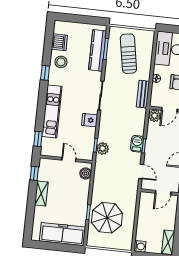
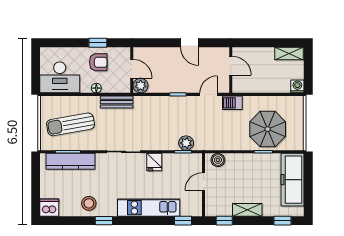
dishwasher: (59, 42) -> (49, 208), moved
barbecue: (137, 144) -> (232, 103), moved
window: (29, 222) -> (283, 221), added

